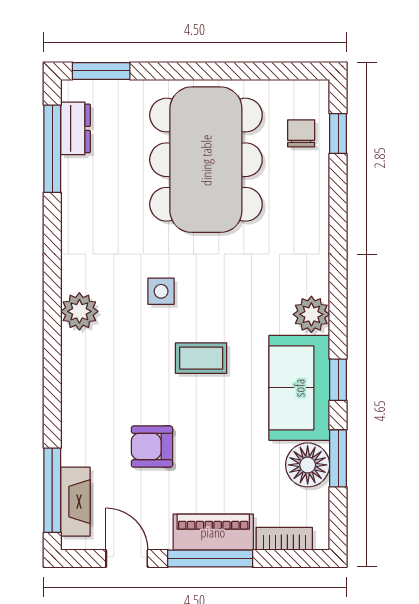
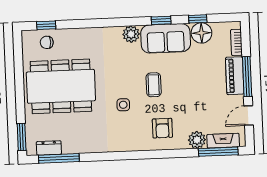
plant: (79, 311) -> (197, 140), moved
armchair: (152, 447) -> (162, 128), moved
window: (338, 458) -> (198, 19), width x0.67

